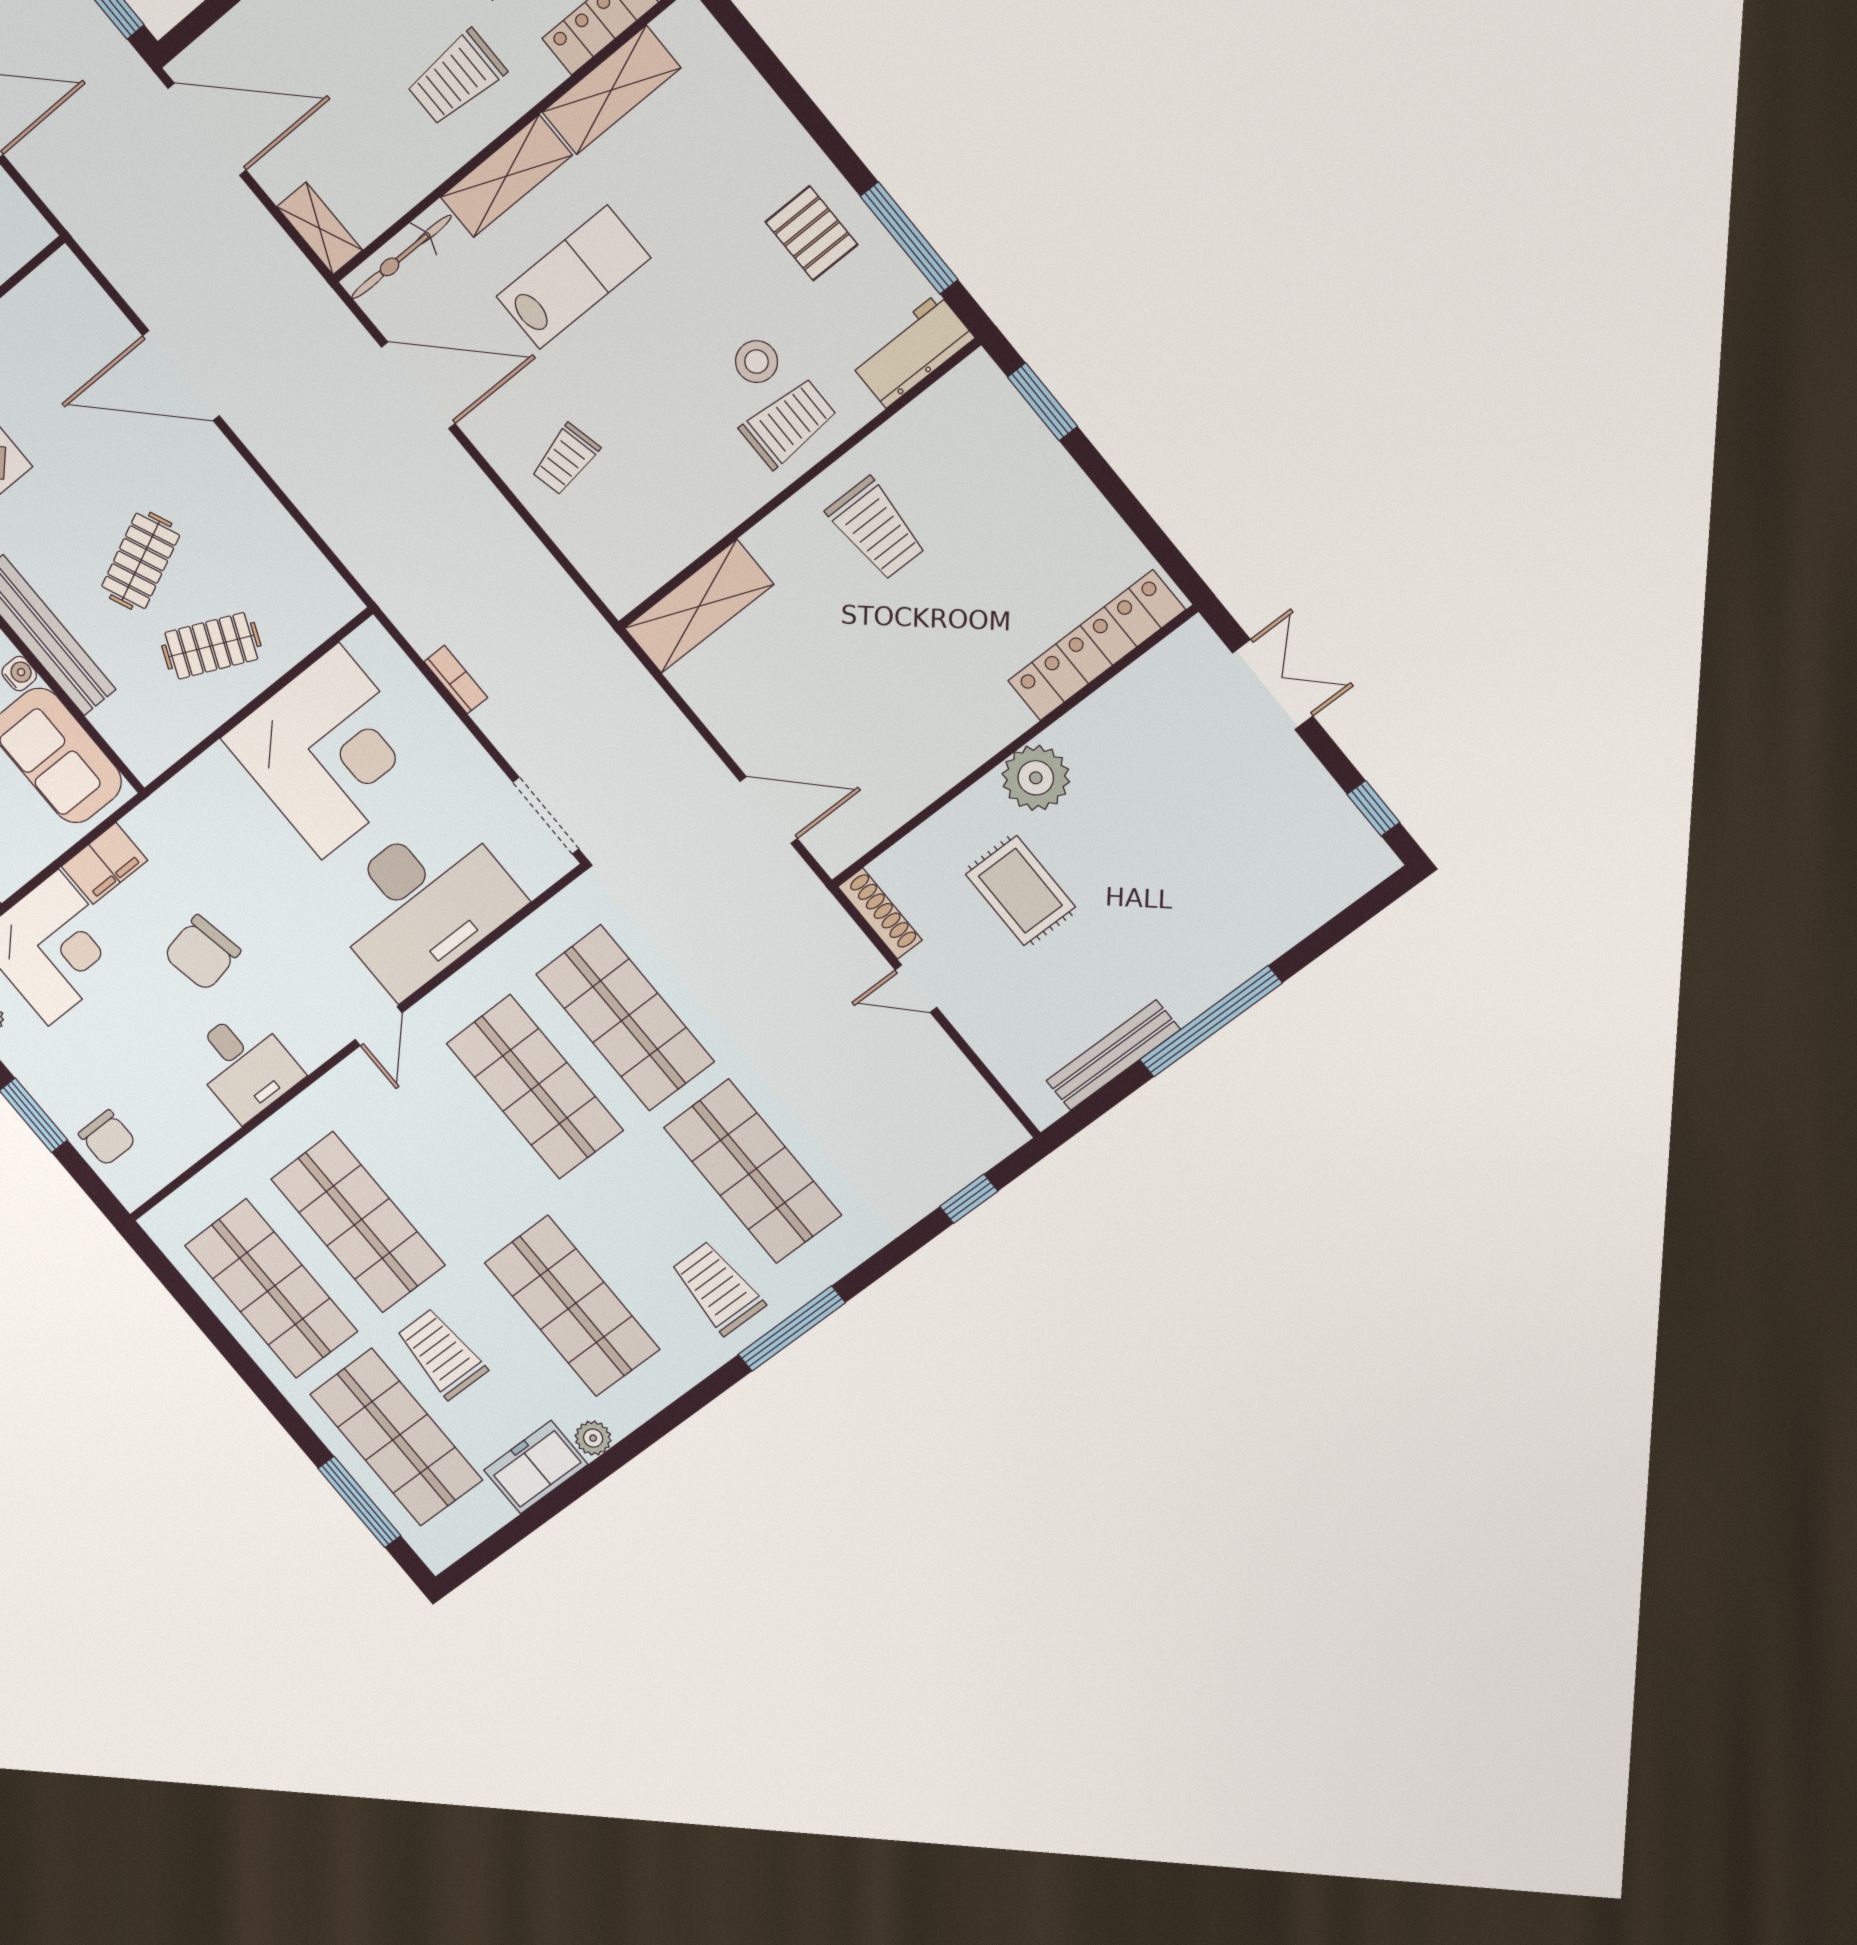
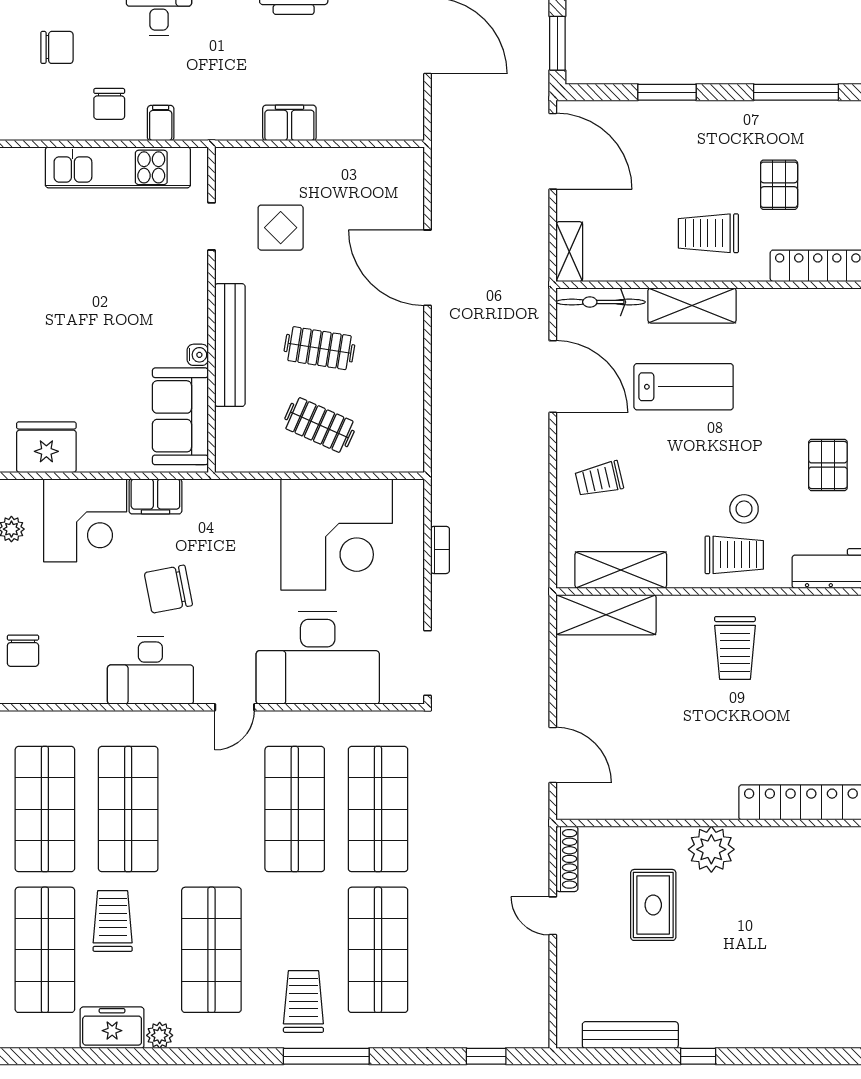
shelving: (611, 90) -> (621, 570), moved
clothes rail: (141, 561) -> (319, 348), turned 33
window: (1211, 1021) -> (698, 1056), width x0.32
desk: (244, 1065) -> (150, 670), width x1.37

